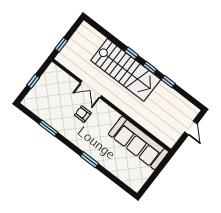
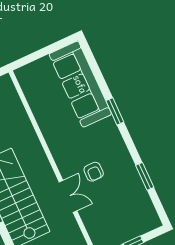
sofa: (138, 143) -> (80, 84), moved, turned 180

